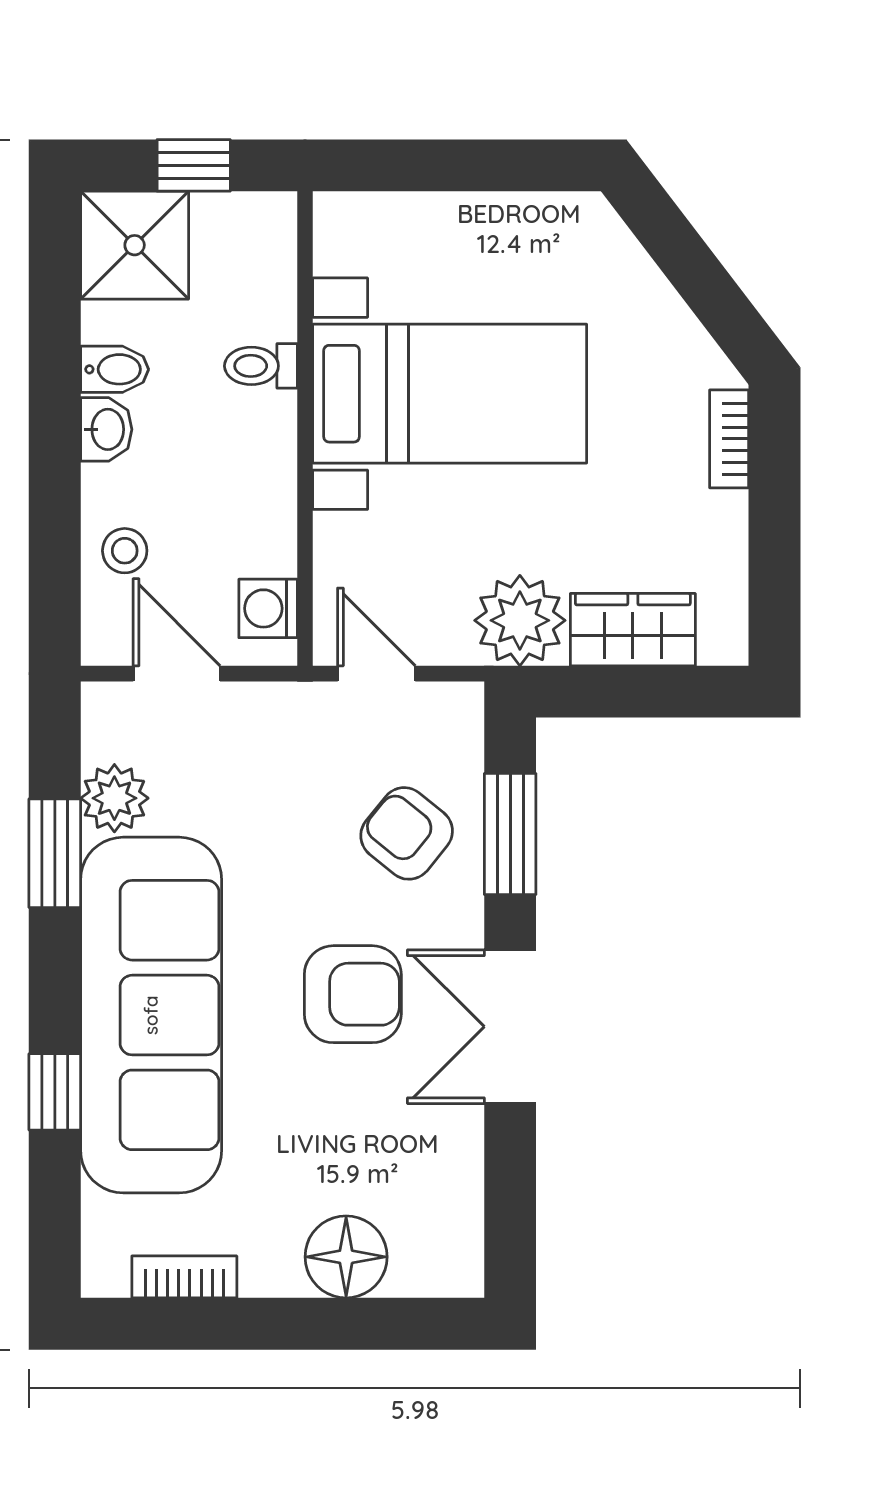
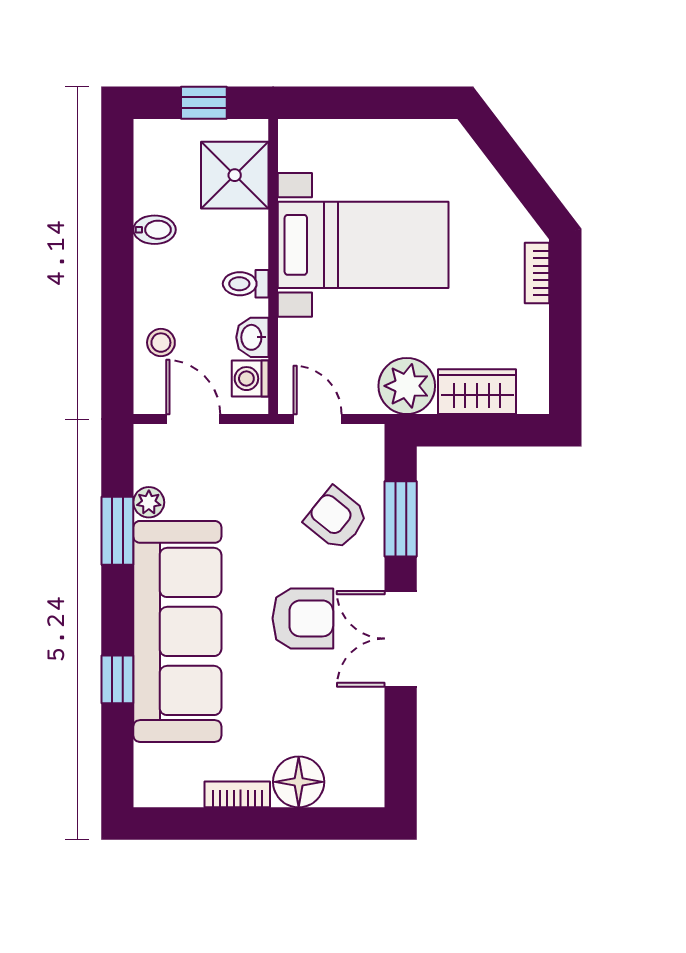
shower: (135, 245) -> (235, 175), moved
toilet: (261, 366) -> (246, 284), moved
washbasin: (106, 429) -> (252, 337), moved, turned 180
plant: (114, 798) -> (149, 502), width x0.73, depth x0.73
bookcase: (184, 1277) -> (237, 794), moved

